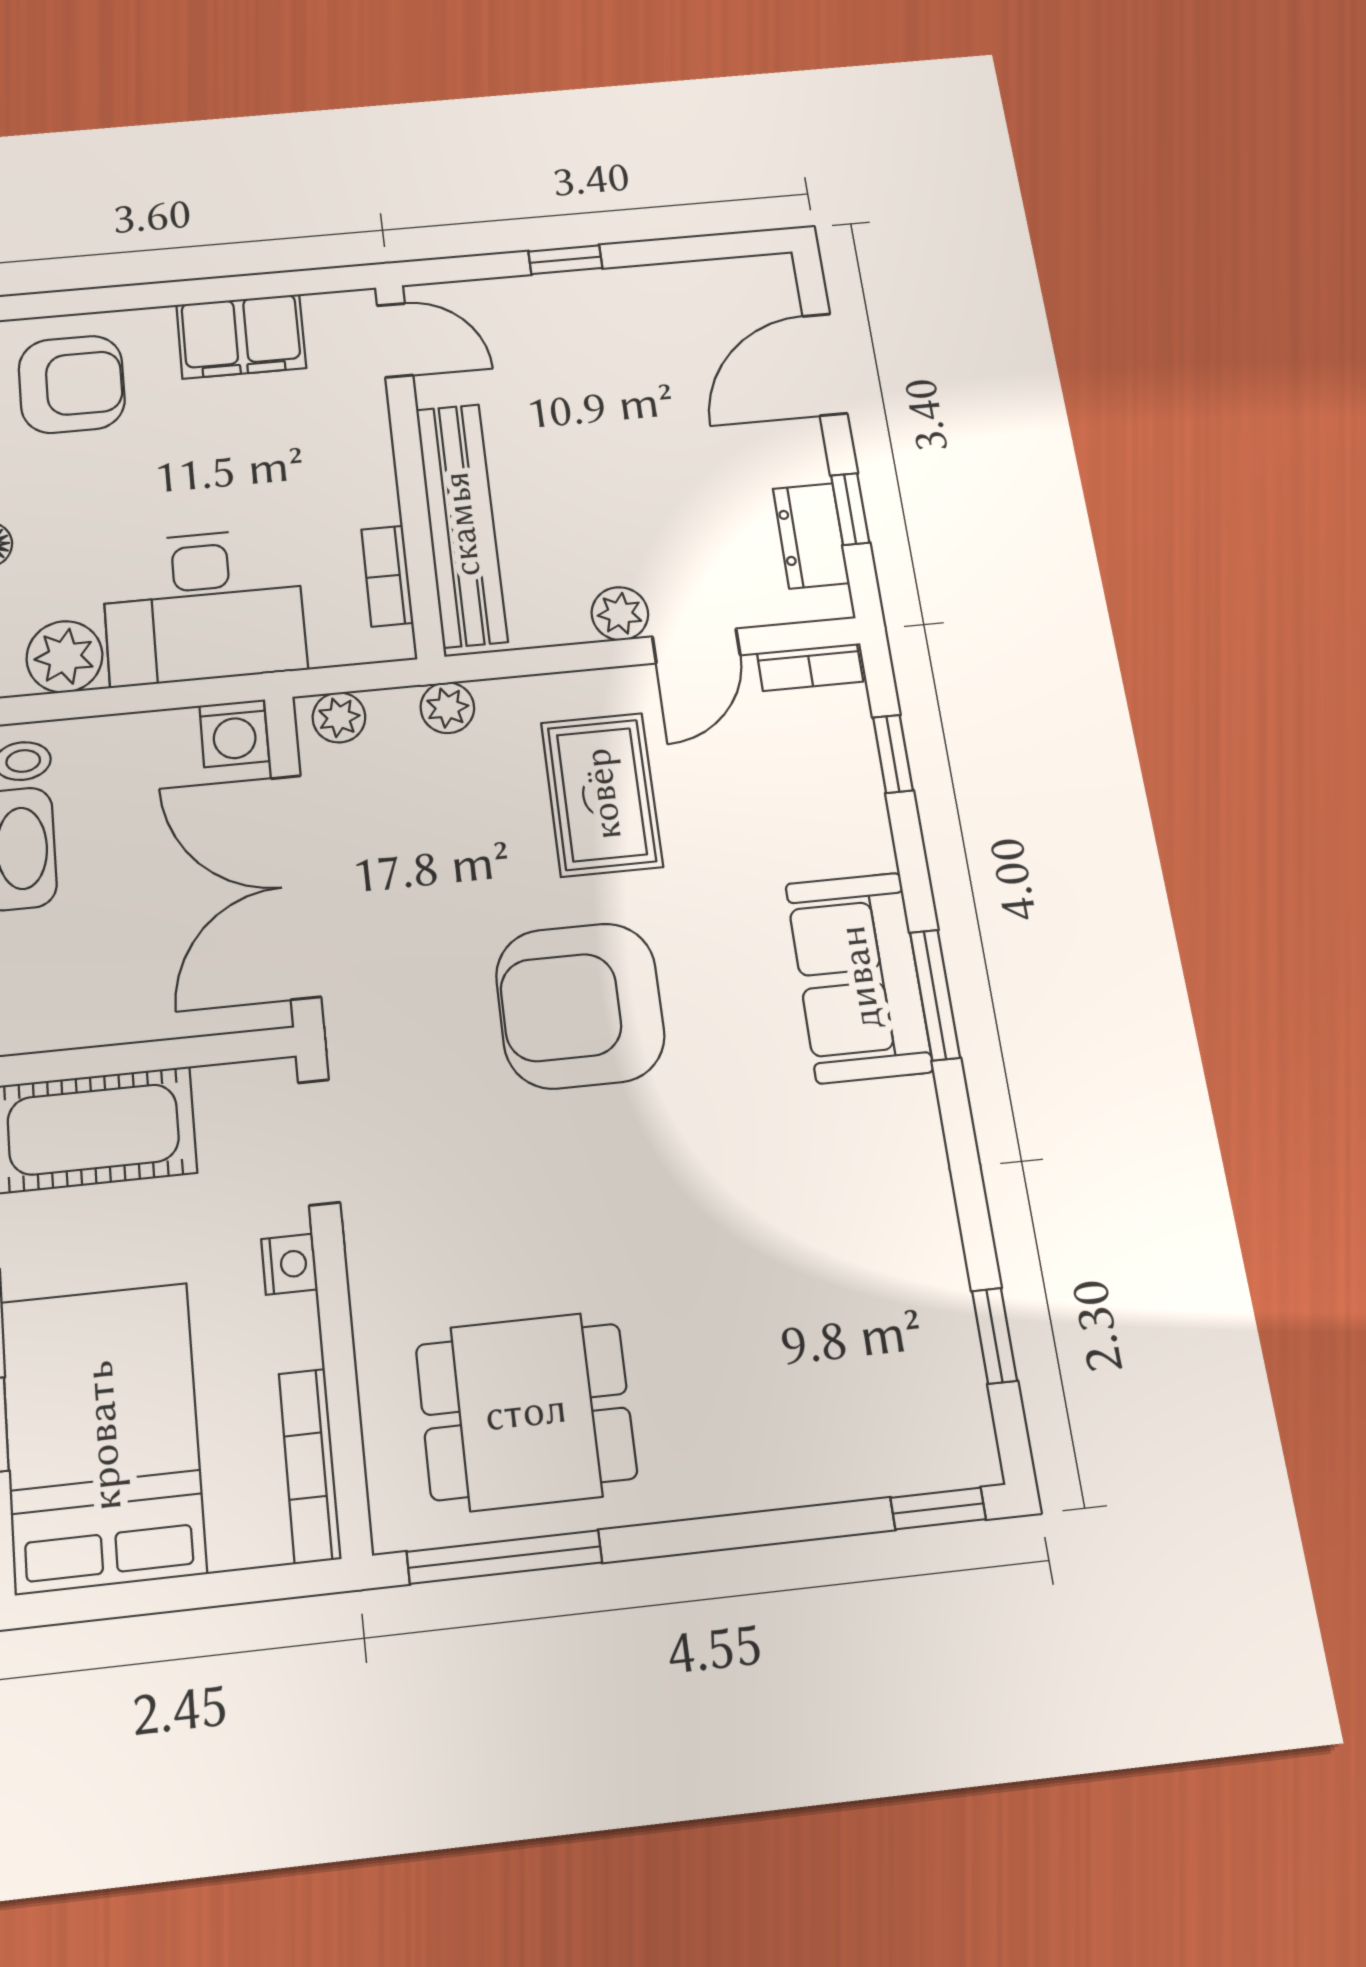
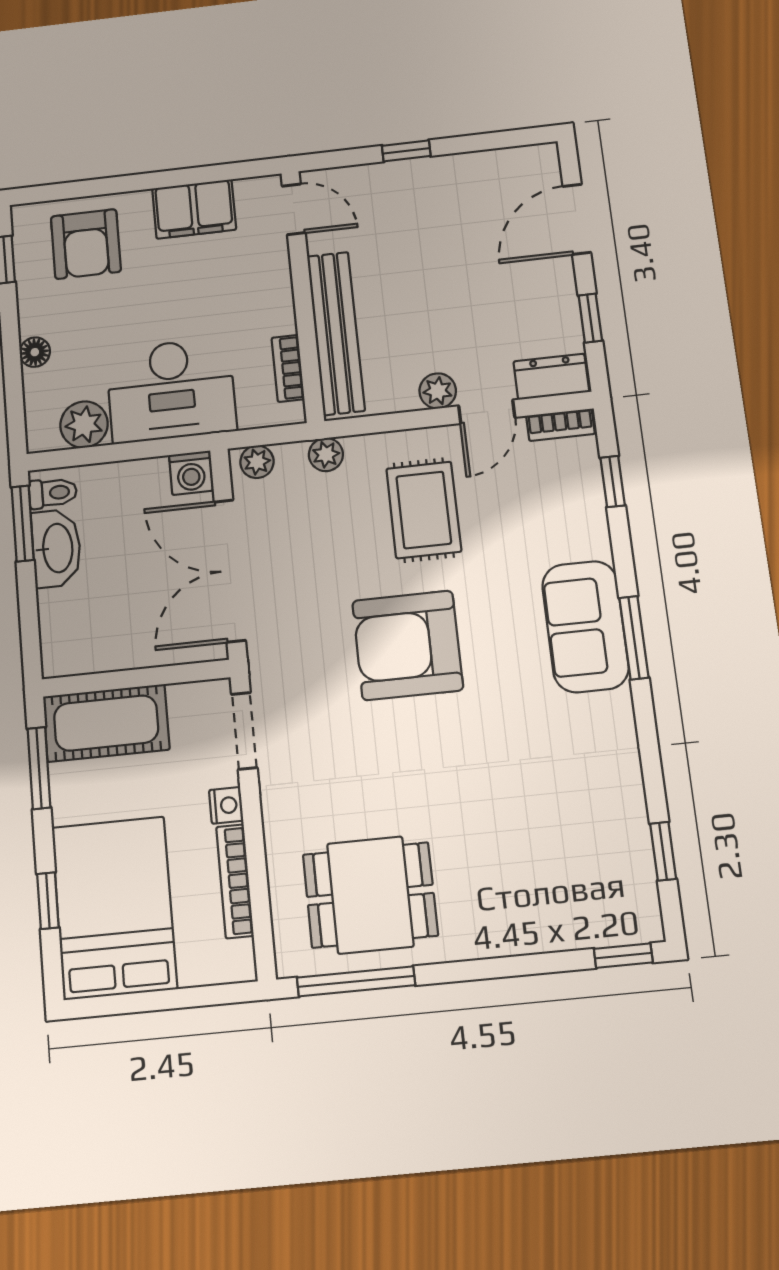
armchair: (72, 384) -> (86, 244), turned 90
dresser: (811, 536) -> (551, 377), moved, turned 90
bookcase: (310, 1466) -> (235, 881), moved

